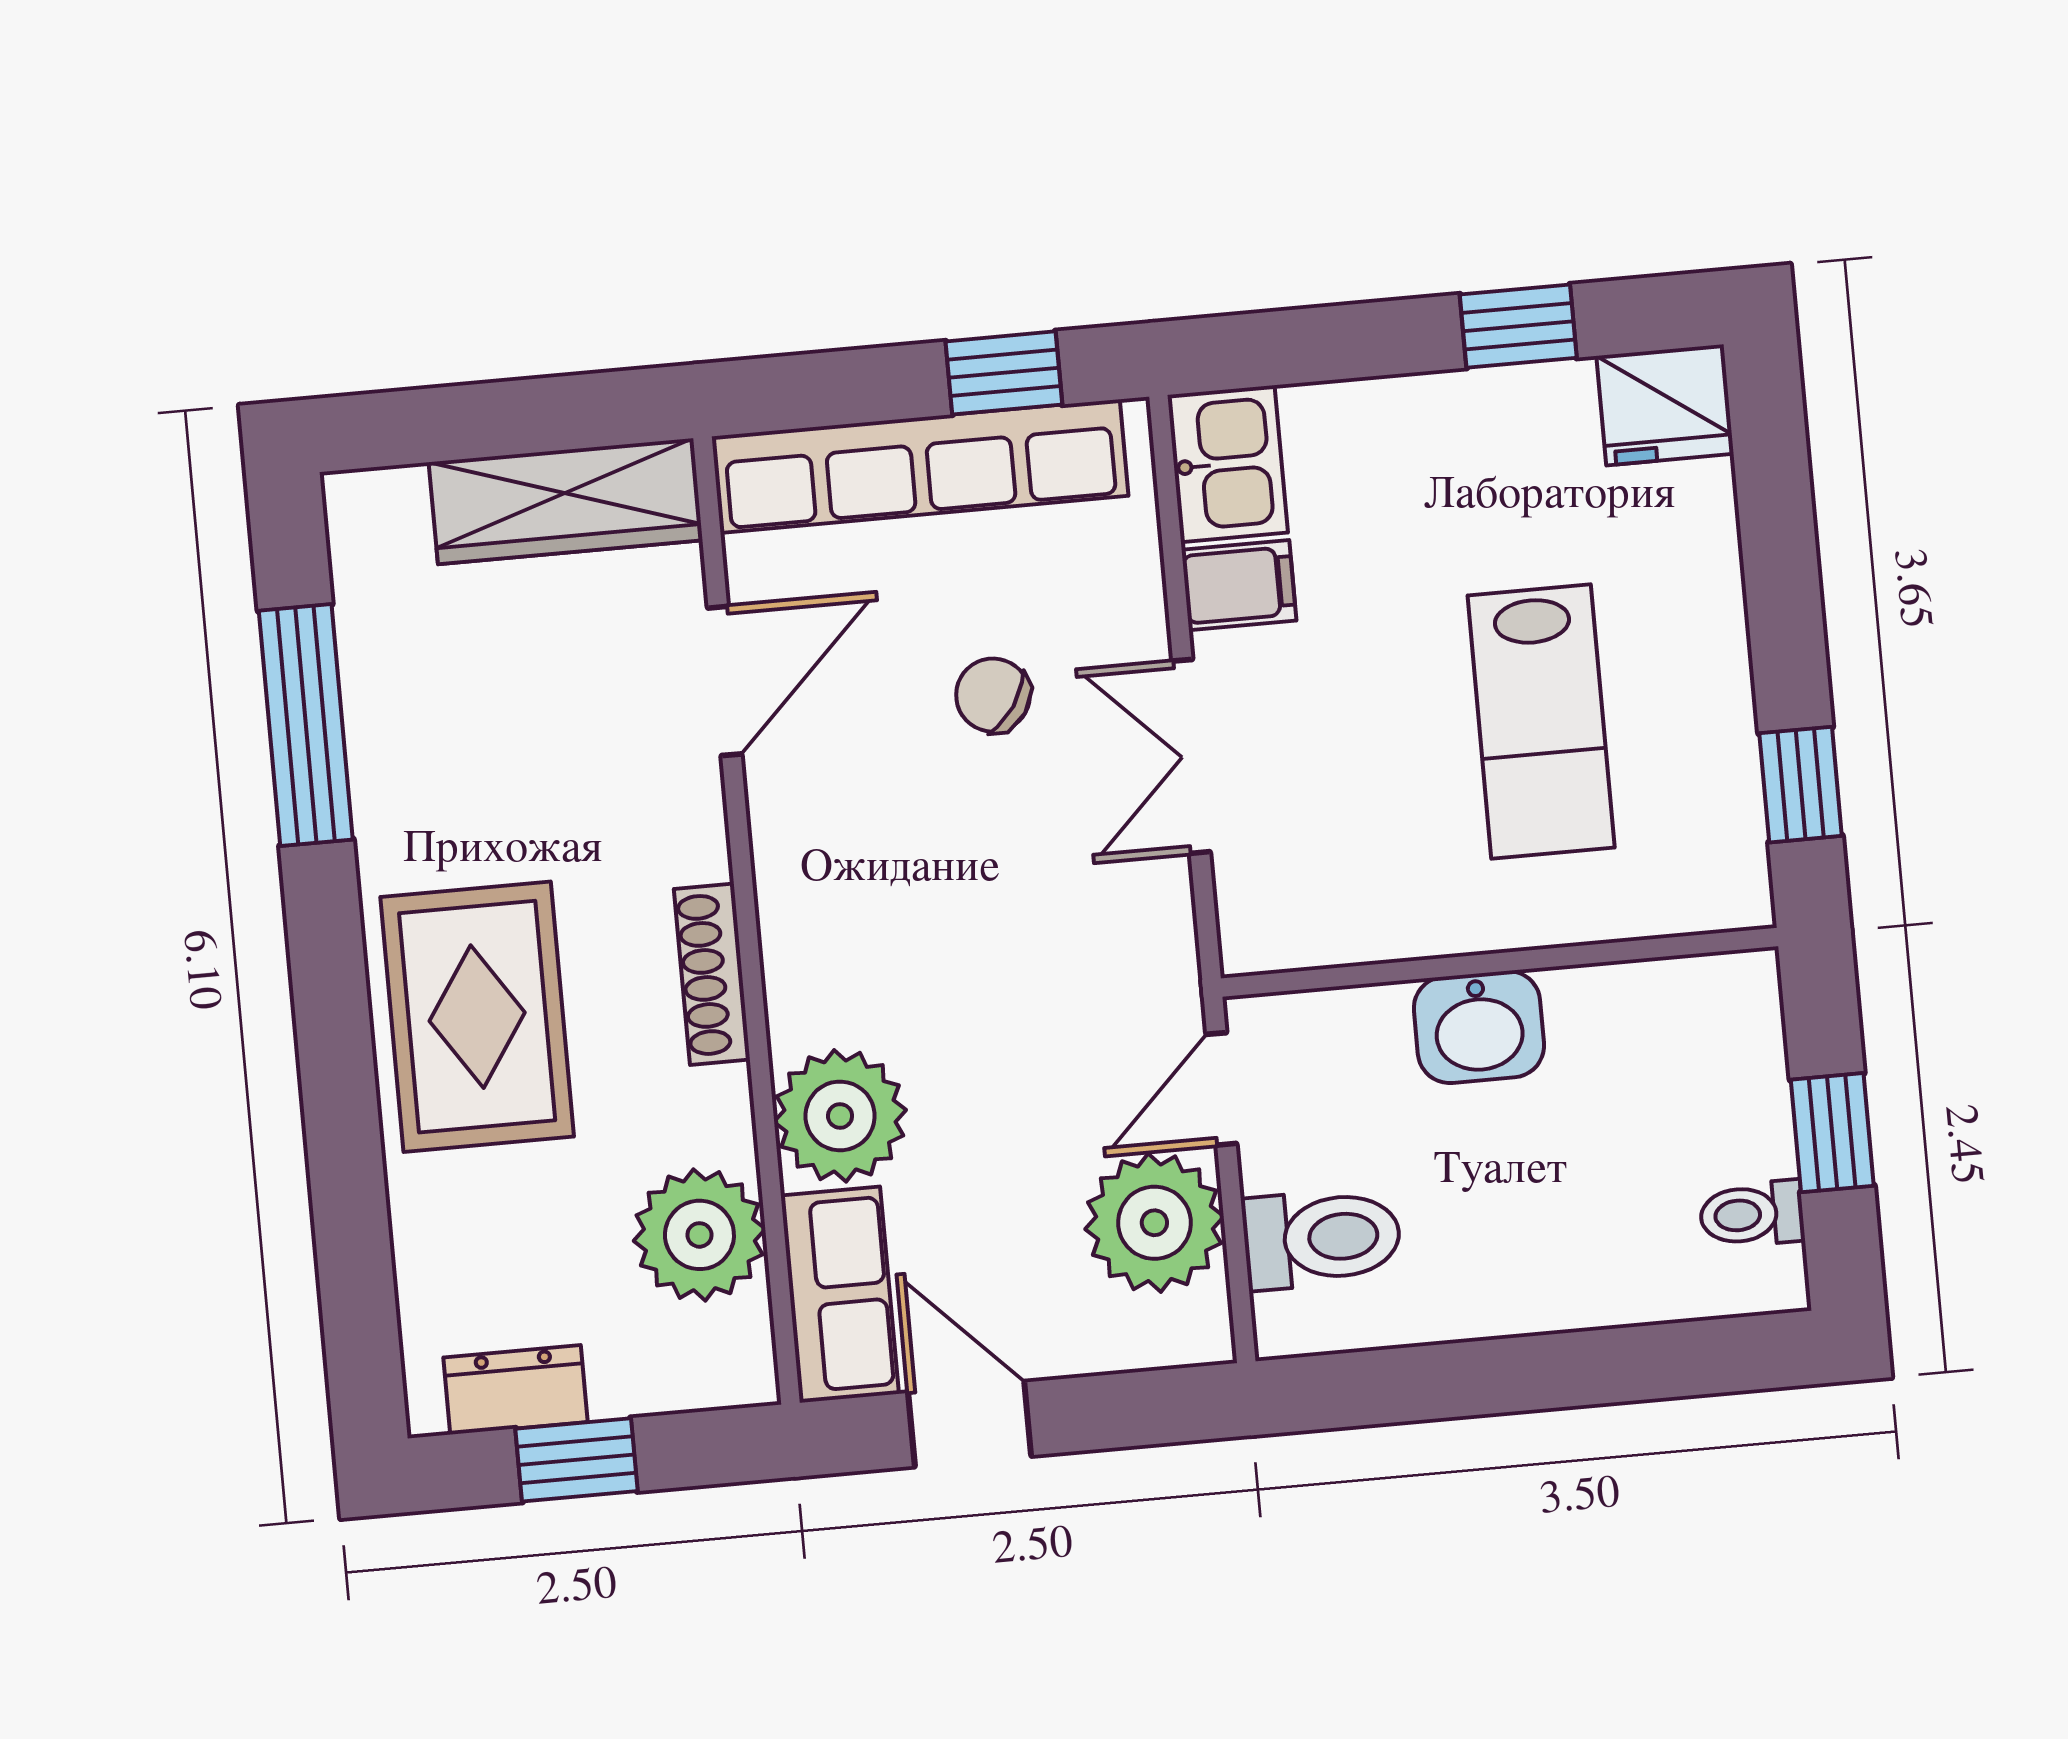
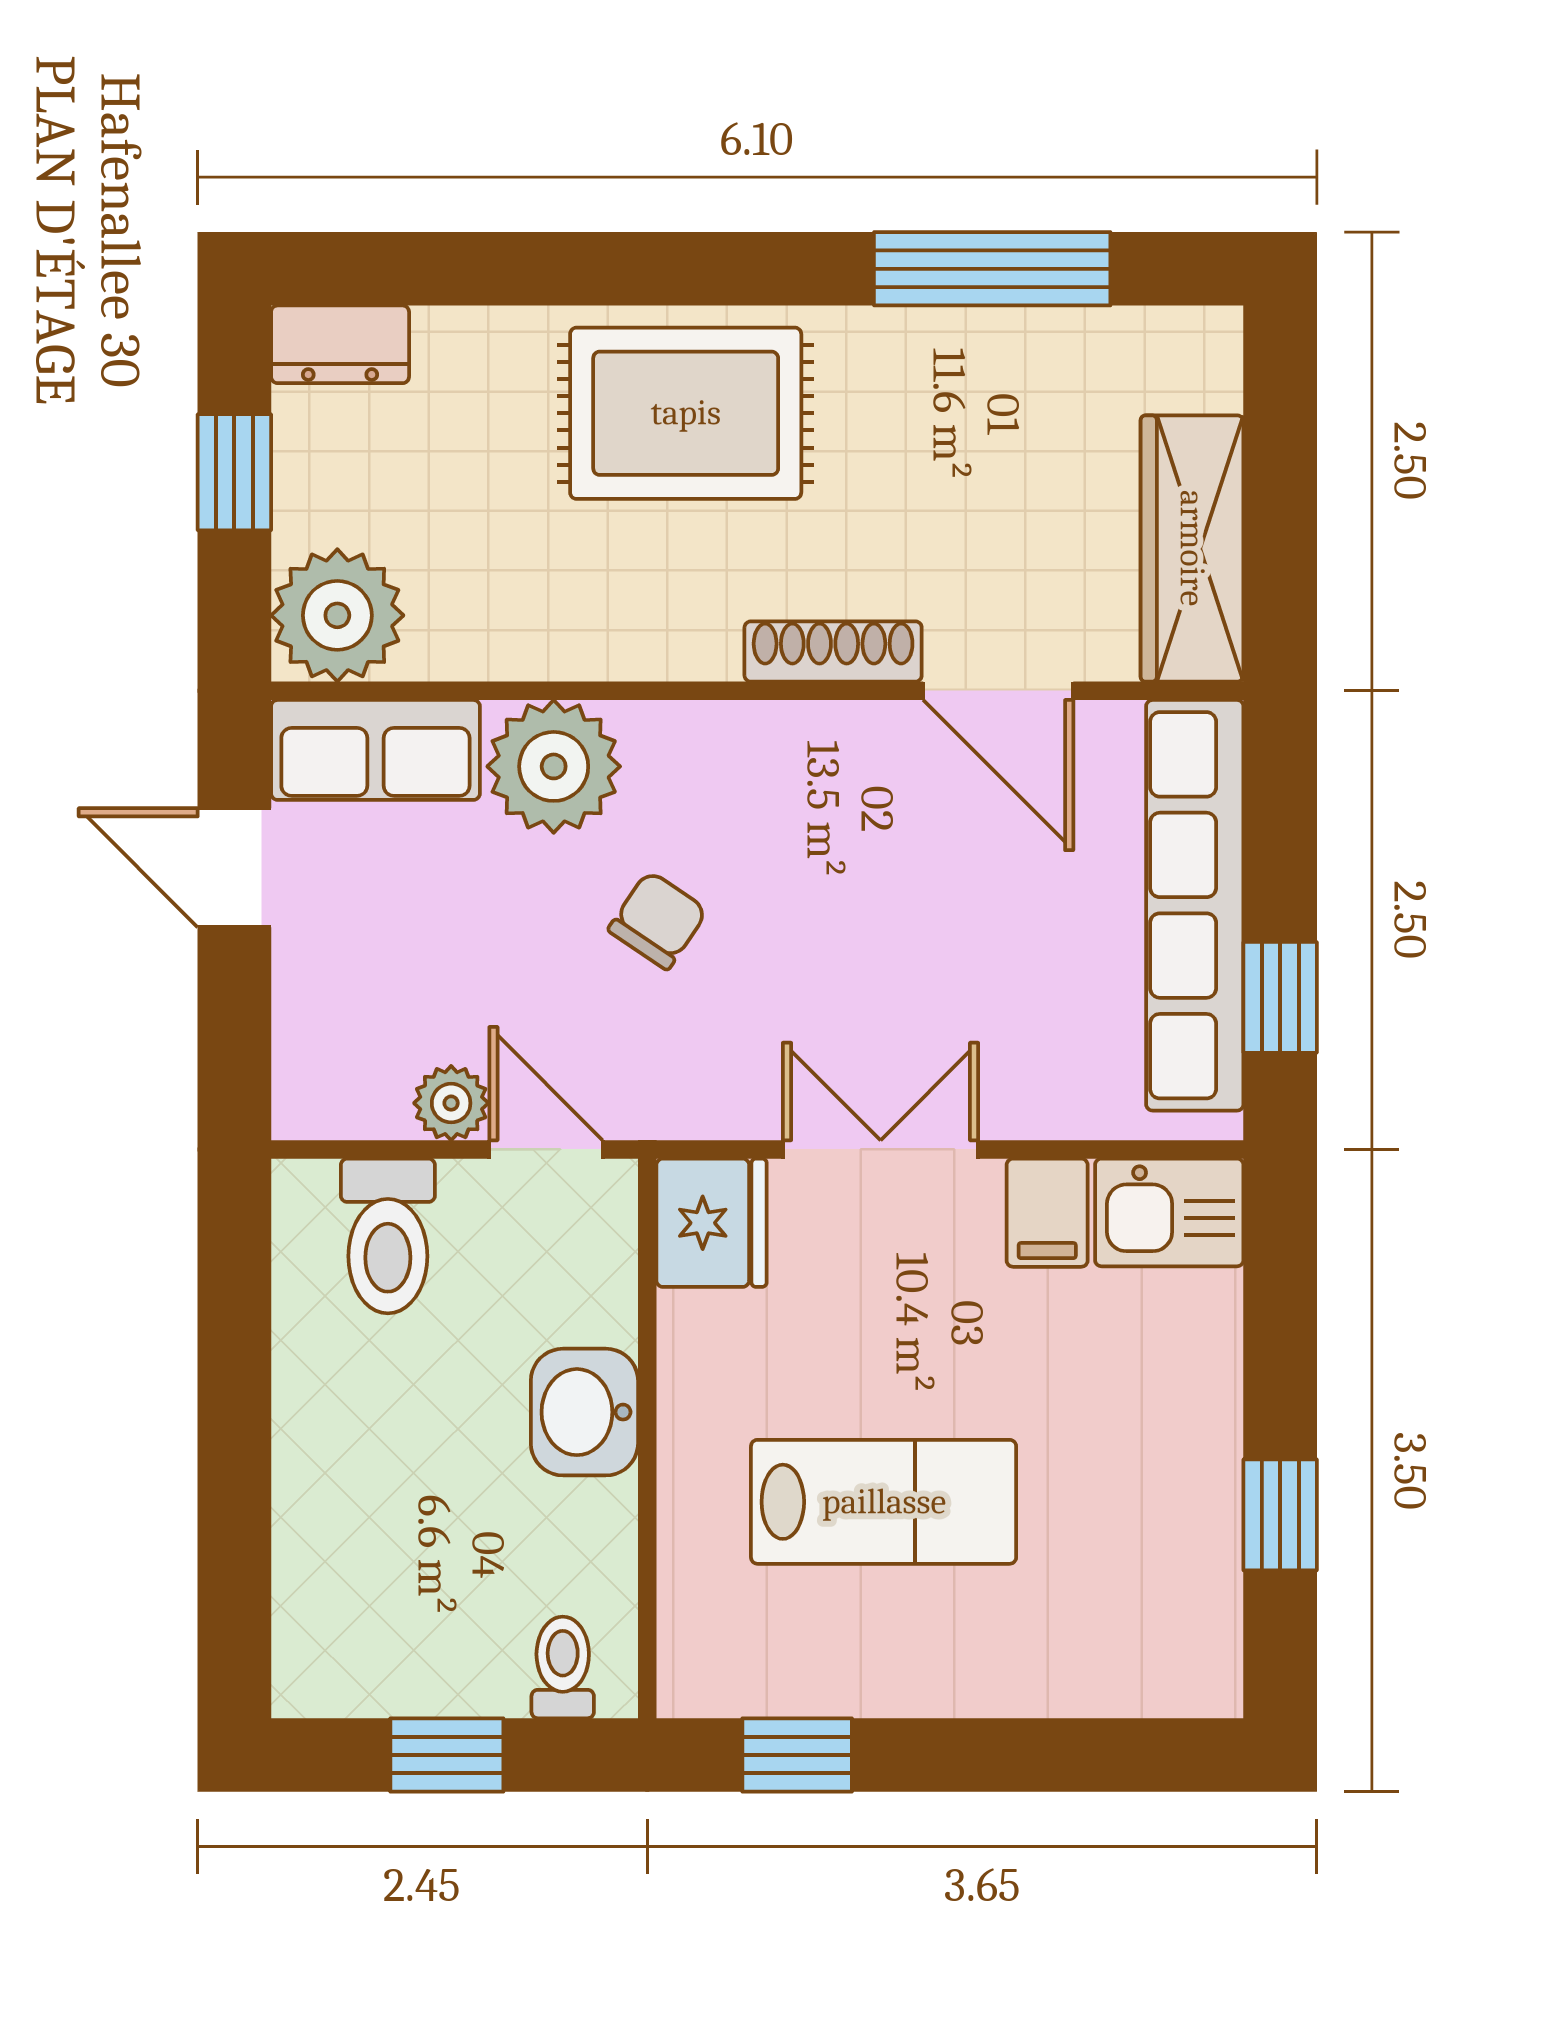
fridge: (1665, 405) -> (712, 1223), moved, turned 180
chair: (993, 695) -> (658, 920), moved
lab bench: (1541, 722) -> (884, 1502), turned 180
shoe rack: (712, 974) -> (833, 651), moved
toilet: (1752, 1214) -> (563, 1667), moved
plant: (1154, 1223) -> (451, 1103), width x0.53, depth x0.53
plant: (699, 1235) -> (337, 615), moved
dresser: (516, 1390) -> (340, 344), moved, turned 90
door: (970, 1424) -> (234, 868), swing flipped

